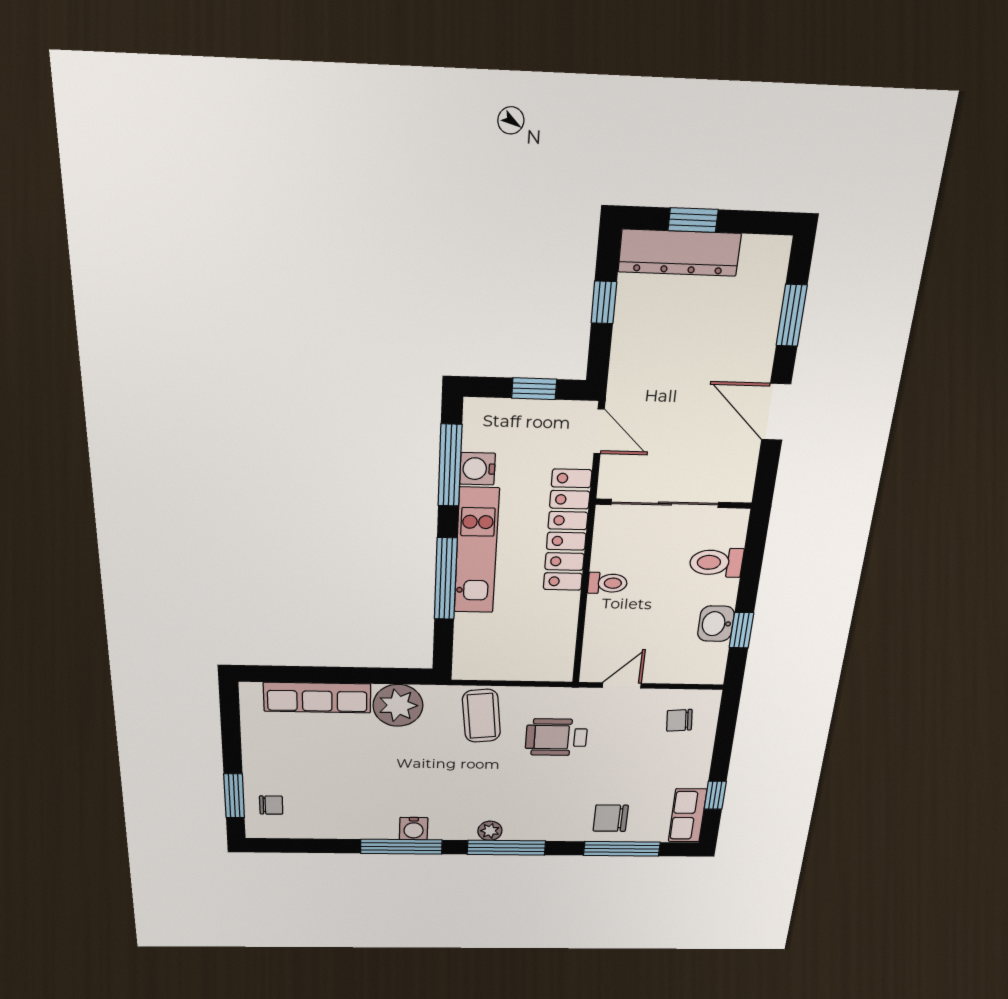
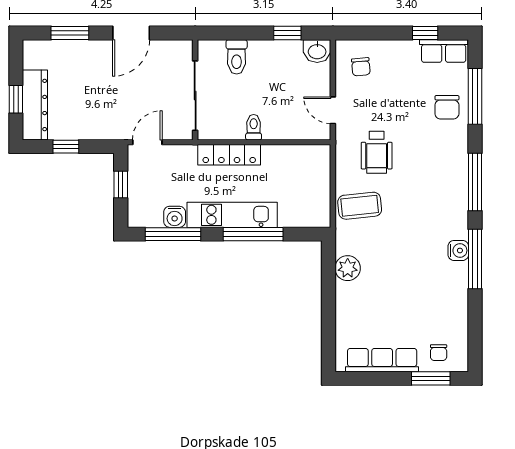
locker: (567, 531) -> (229, 155), width x0.71, depth x0.83
washbasin: (716, 624) -> (317, 51), moved
row of seats: (317, 698) -> (382, 360), moved, turned -90
plant: (398, 705) -> (348, 268), width x0.73, depth x0.73
chair: (271, 805) -> (439, 353), turned 180
plant: (490, 831) -> (460, 195), removed

